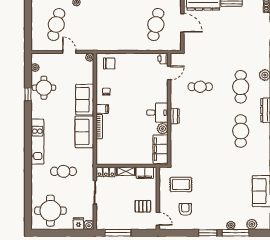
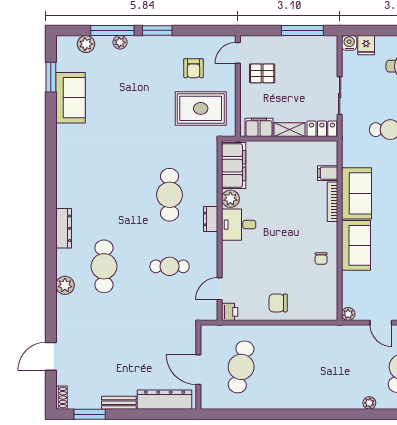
chair: (109, 63) -> (278, 303), moved
filing cabinet: (102, 109) -> (328, 173), moved
cafe table: (241, 131) -> (170, 195), moved
rug: (181, 184) -> (201, 108), width x1.36, depth x1.43
door: (158, 219) -> (238, 53), hinge flipped

